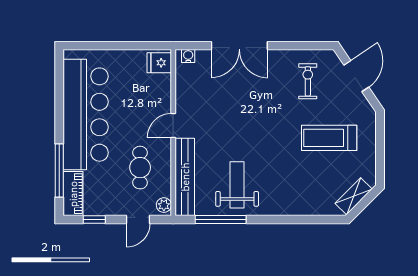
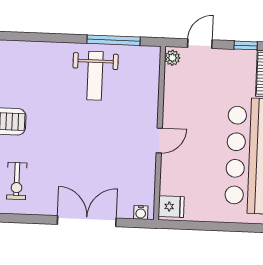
cafe table: (140, 168) -> (196, 98), removed
bench: (185, 177) -> (149, 86), removed

